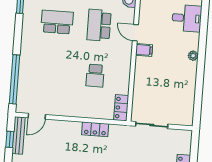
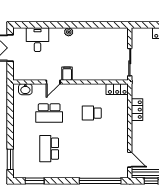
school desk: (95, 76) -> (92, 113), turned 180

